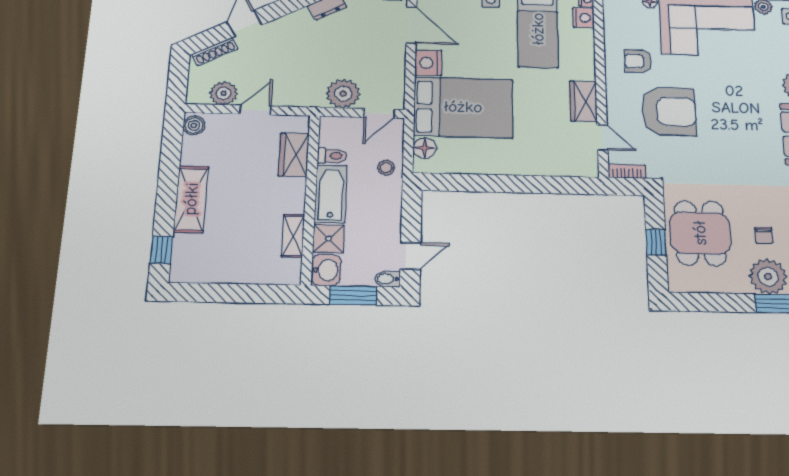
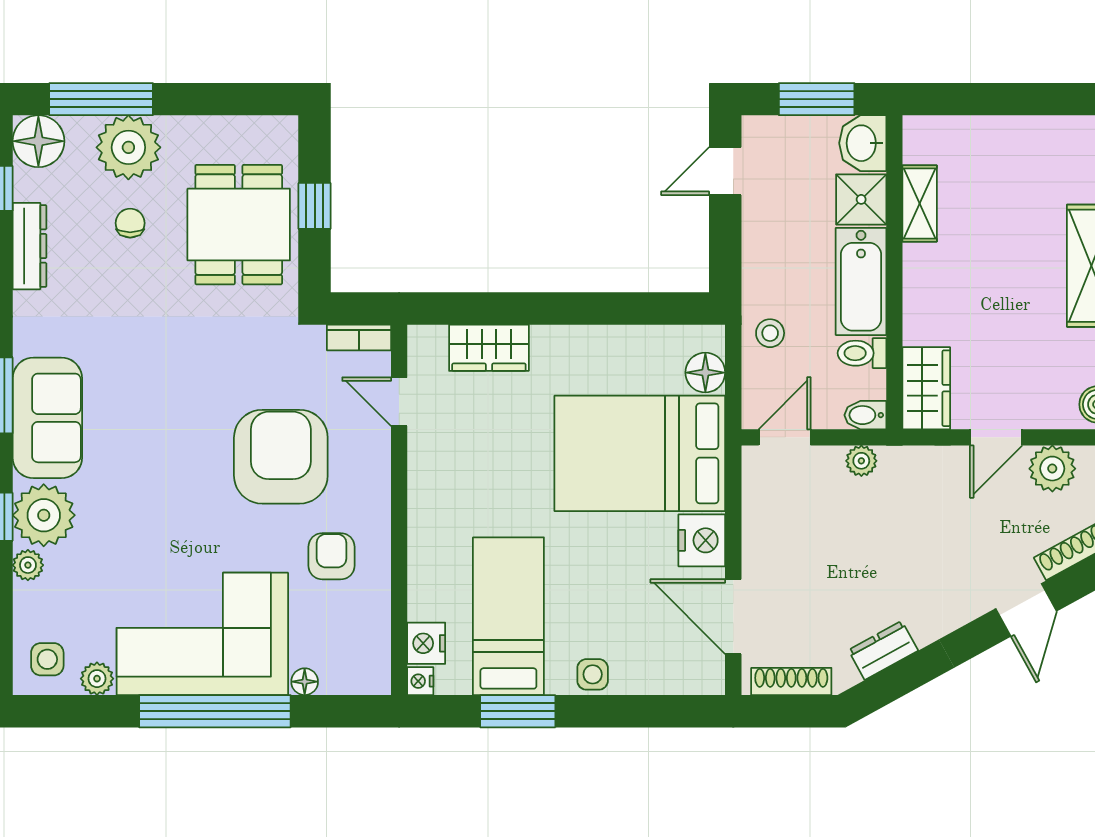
armchair: (638, 61) -> (331, 556), turned -90
plant: (343, 94) -> (861, 461), width x0.53, depth x0.53
wardrobe: (583, 101) -> (489, 348), moved, turned 90
armchair: (669, 111) -> (281, 457), turned 90
wardrobe: (294, 155) -> (926, 388), moved
bidet: (387, 279) -> (865, 415), moved, turned 180

